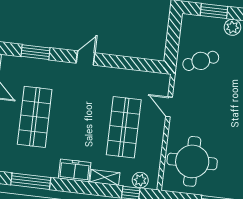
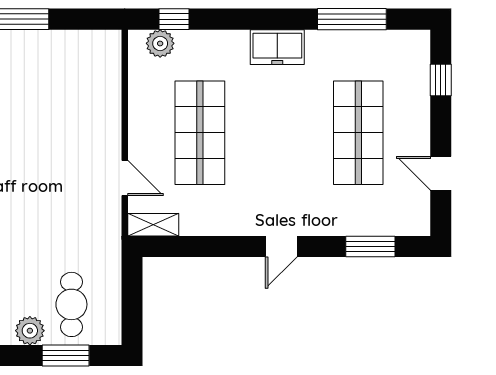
cafe table: (201, 61) -> (71, 304), moved, turned -67
round table: (192, 161) -> (73, 87), removed
shelving: (105, 177) -> (153, 225), moved

